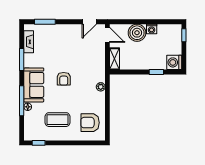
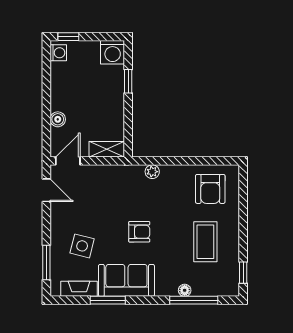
washing machine: (152, 29) -> (58, 53), moved
boiler: (137, 33) -> (58, 119), width x0.54, depth x0.54
side table: (55, 44) -> (82, 246), added
sofa: (34, 85) -> (126, 280), moved
window: (22, 101) -> (194, 300), moved

